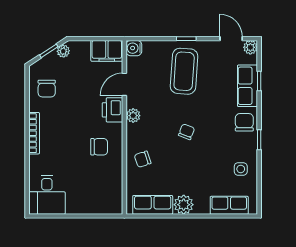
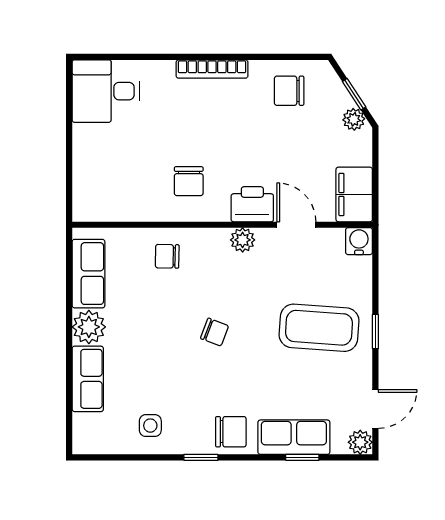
chair: (143, 159) -> (167, 256), turned -70
row of seats: (229, 205) -> (88, 379), moved

